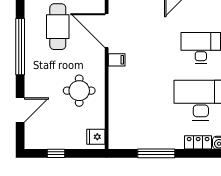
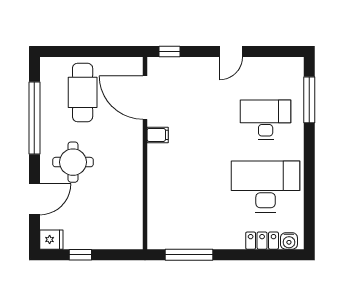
round table: (79, 91) -> (73, 162), moved
fridge: (96, 137) -> (51, 240), moved, turned 180
window: (156, 153) -> (189, 255), moved

